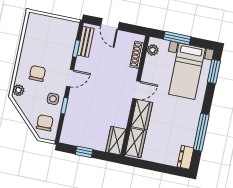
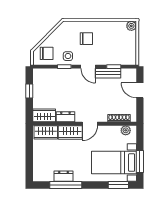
door: (110, 24) -> (140, 90), hinge flipped
window: (177, 38) -> (140, 162), moved
bench: (86, 42) -> (108, 73), moved
plant: (18, 90) -> (131, 26), moved
door: (136, 90) -> (90, 124), hinge flipped
dresser: (123, 116) -> (65, 117), added
dresser: (185, 157) -> (63, 176), moved

